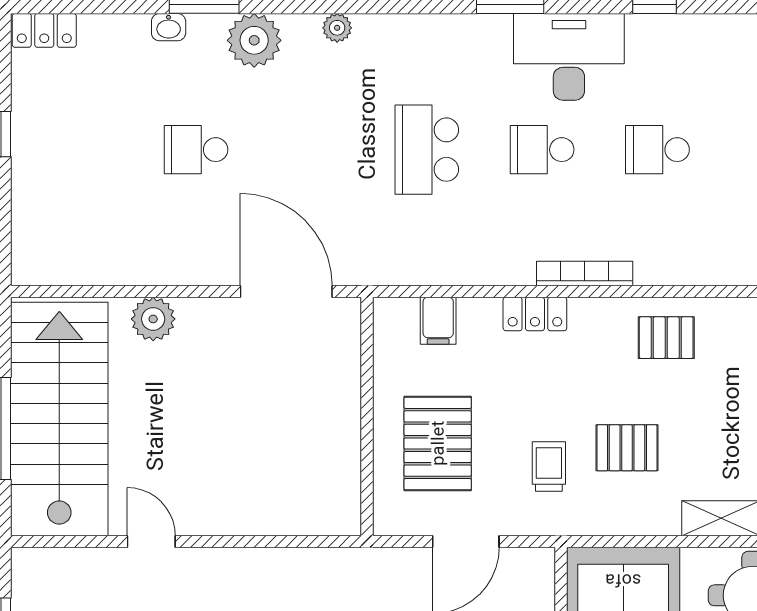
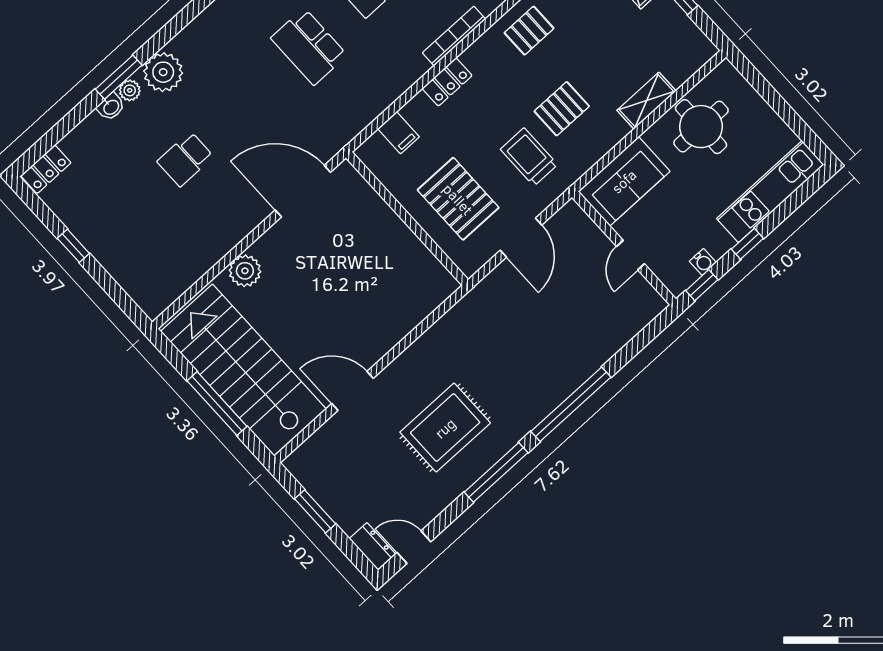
plant: (337, 28) -> (130, 90), moved
trolley: (549, 467) -> (529, 157), width x1.36, depth x1.39
door: (151, 542) -> (352, 391), width x1.38

